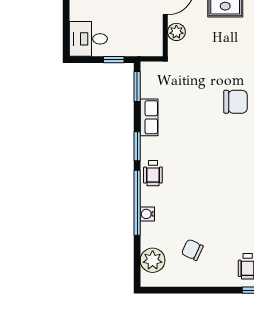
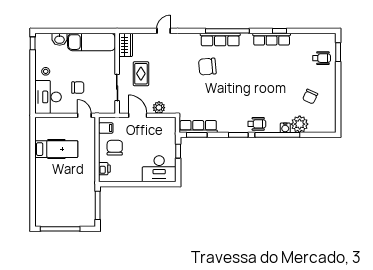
desk: (88, 39) -> (159, 169), width x1.37
chair: (236, 102) -> (207, 67), turned -95
row of seats: (149, 117) -> (198, 127), moved, width x1.48
plant: (153, 260) -> (300, 124), moved

